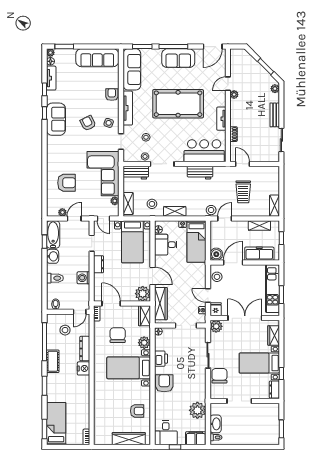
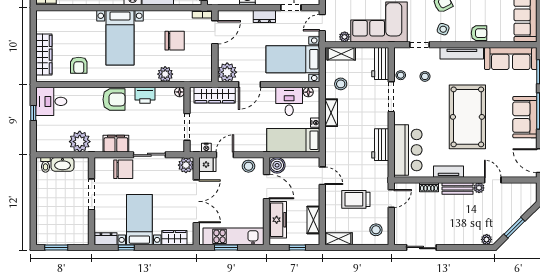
bench: (275, 115) -> (457, 188), moved
stool: (211, 210) -> (376, 230), moved
wardrobe: (144, 316) -> (199, 74), removed
bed with nightstands: (129, 368) -> (120, 38), moved, turned 180
filing cabinet: (196, 438) -> (116, 144), moved, turned -90

